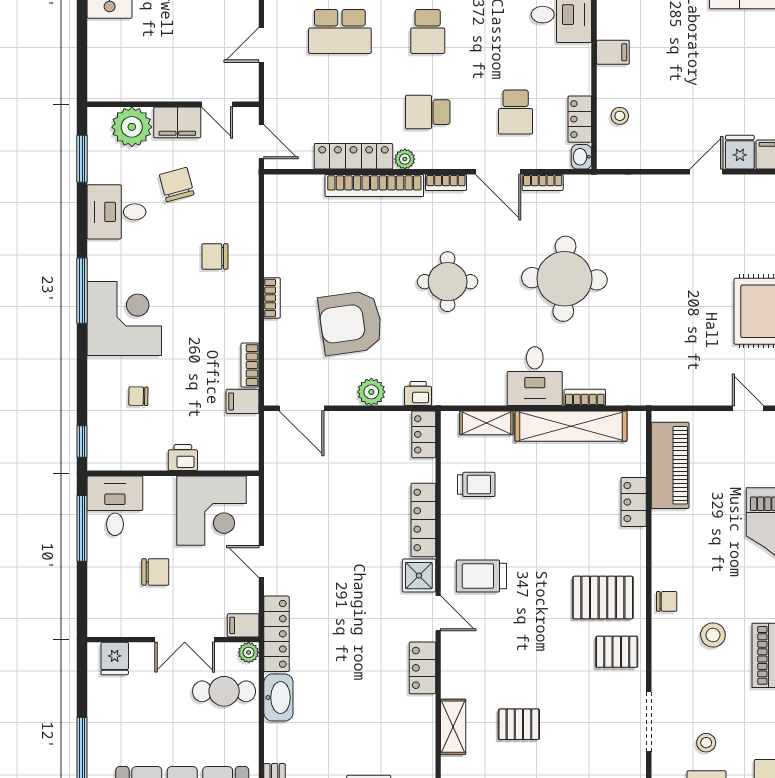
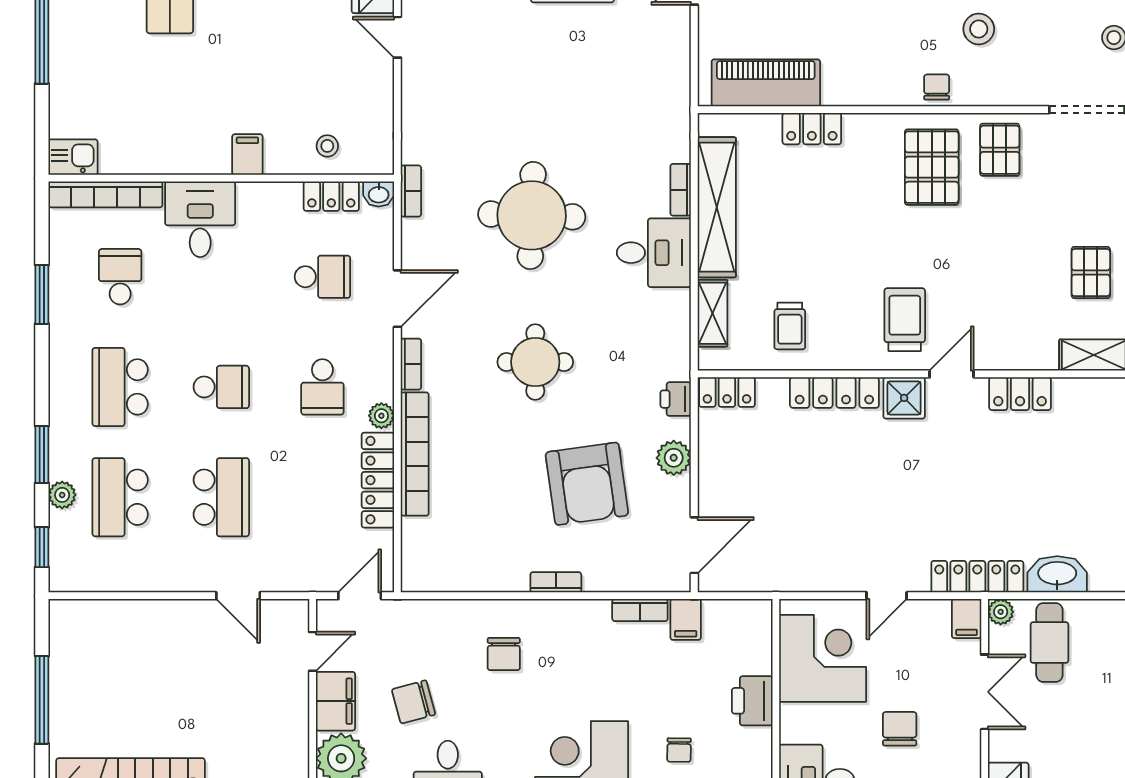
bookcase: (543, 183) -> (411, 191), moved
printer: (183, 458) -> (752, 701), width x1.36, depth x1.24
trolley: (476, 484) -> (790, 326), turned 180
trolley: (481, 576) -> (905, 320), turned 180

